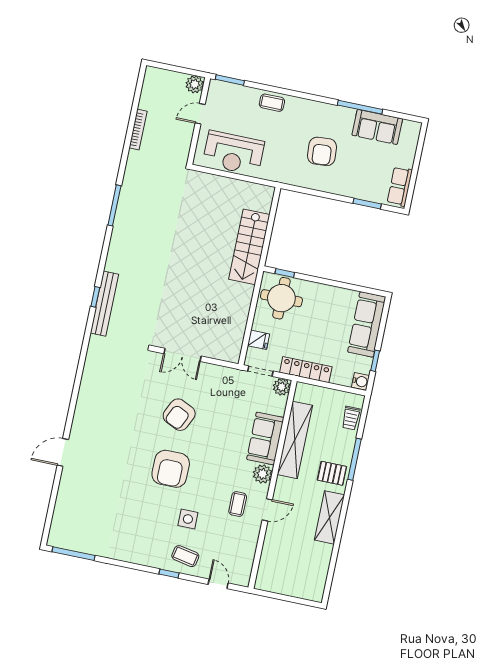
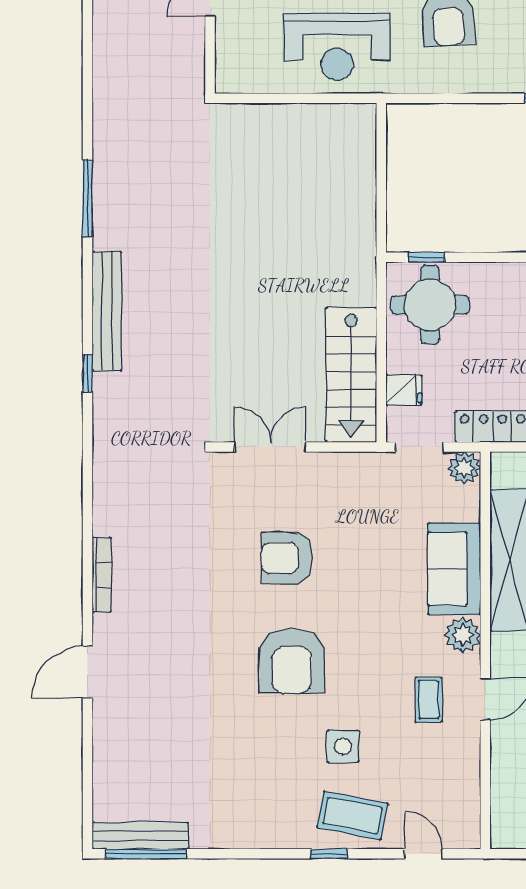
bookcase: (138, 130) -> (102, 575), moved
reception desk: (233, 153) -> (337, 47), moved
stairs: (249, 247) -> (351, 375), moved
bench: (104, 304) -> (107, 311), moved
double door: (183, 355) -> (270, 447), swing flipped
armchair: (179, 415) -> (287, 558), turned 65
bench: (72, 544) -> (140, 836), added
coffee table: (185, 556) -> (352, 815), width x1.36, depth x1.30

